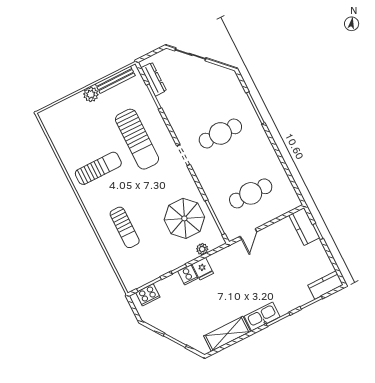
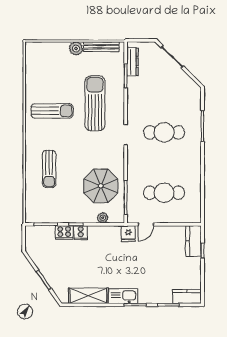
sun lounger: (137, 139) -> (95, 103), turned 180
fridge: (203, 269) -> (128, 234), moved
cooker: (148, 295) -> (64, 232), moved

